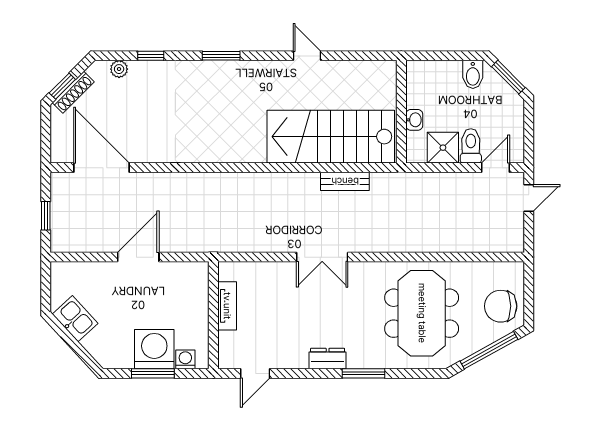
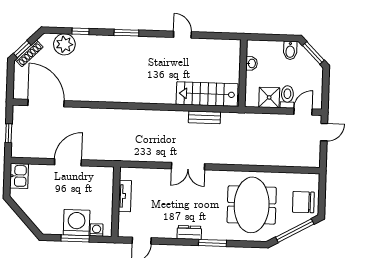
plant: (119, 69) -> (64, 44), width x1.88, depth x1.88
washbasin: (414, 120) -> (252, 63), moved
stairs: (331, 137) -> (207, 94), width x0.73, depth x0.66
kitchen sink: (75, 319) -> (19, 176), moved, turned 43

